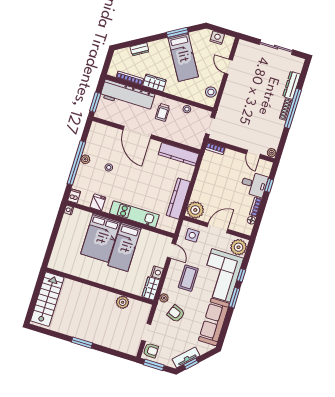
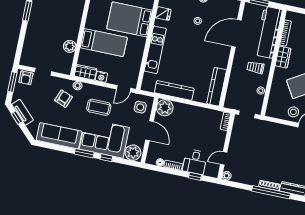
stool: (211, 92) -> (293, 112), moved
door: (137, 132) -> (236, 33), moved
bed: (125, 247) -> (104, 43), moved, turned 180

